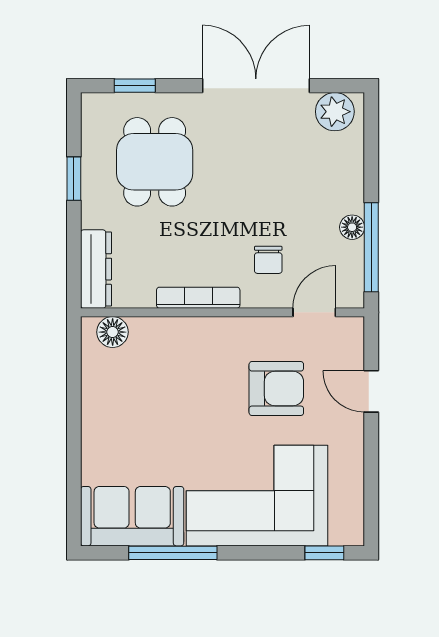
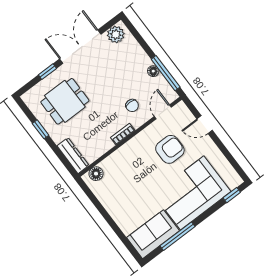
window: (135, 86) -> (47, 72), moved
dining table: (155, 162) -> (65, 101), turned 90
bookcase: (198, 298) -> (123, 134), width x0.64

